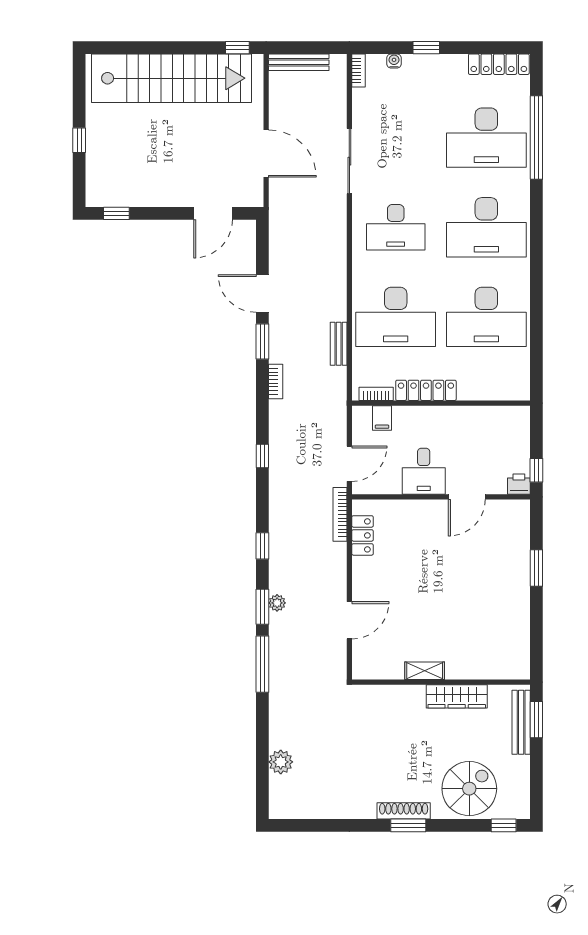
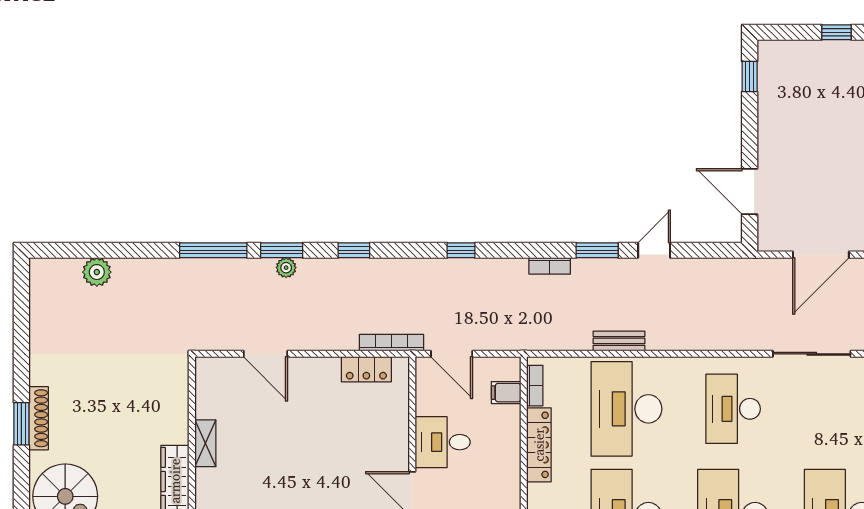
door: (262, 294) -> (654, 250), width x0.73
bench: (339, 344) -> (619, 341), moved

